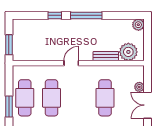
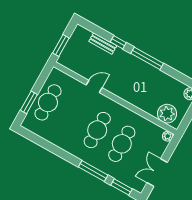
bench: (106, 56) -> (103, 44), moved
door: (71, 63) -> (94, 86), moved
plant: (139, 87) -> (168, 136), moved
cafe table: (51, 98) -> (97, 130), moved

